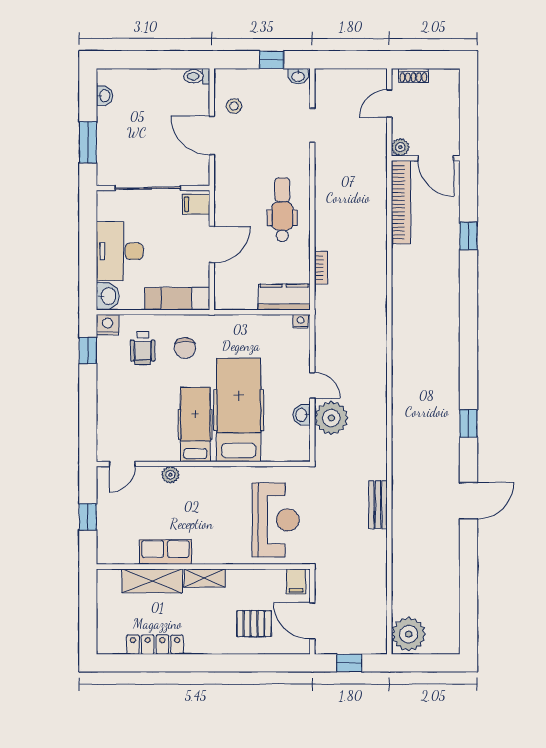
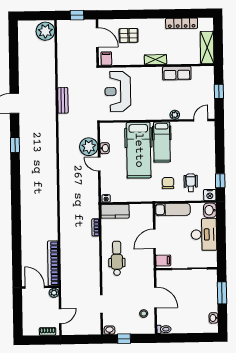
dental chair: (282, 210) -> (117, 258), turned 180
window: (468, 236) -> (17, 246), removed
shelving: (152, 581) -> (207, 47), moved, turned 90

